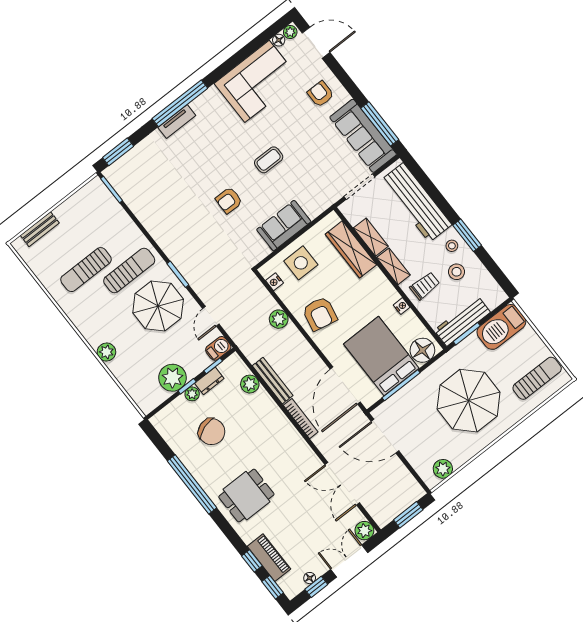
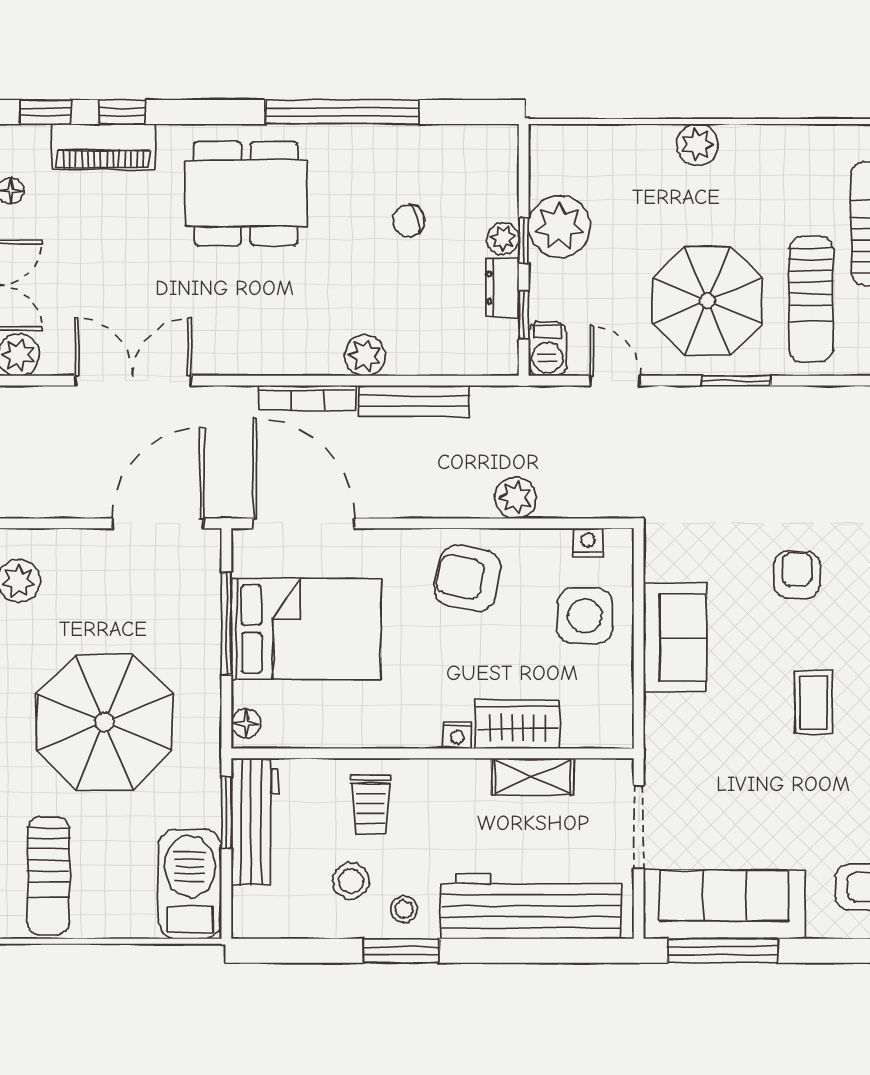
wardrobe: (351, 249) -> (517, 724), width x0.67
shelving: (393, 266) -> (449, 776), removed
nightstand: (402, 306) -> (458, 735), moved
floor lamp: (422, 350) -> (246, 723), width x0.53, depth x0.53
plant: (250, 384) -> (365, 355), moved
chair: (212, 432) -> (409, 221), width x0.54, depth x0.54
dining table: (246, 496) -> (246, 193), width x1.37

